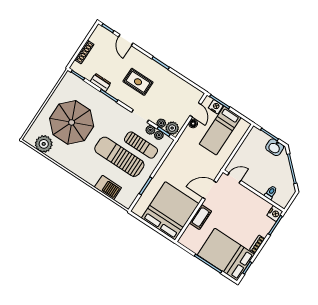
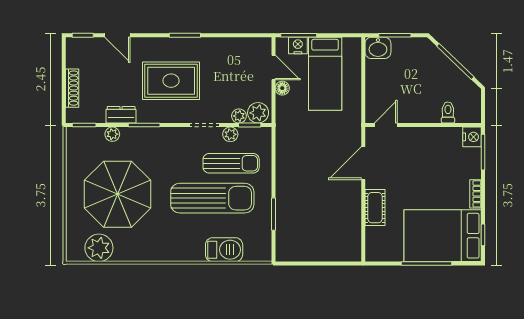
rug: (138, 82) -> (171, 81), width x1.36, depth x1.43
plant: (159, 135) -> (112, 134), moved
washbasin: (275, 147) -> (378, 48), moved
sun lounger: (119, 157) -> (212, 198), turned 180
bed: (170, 211) -> (329, 226), removed

